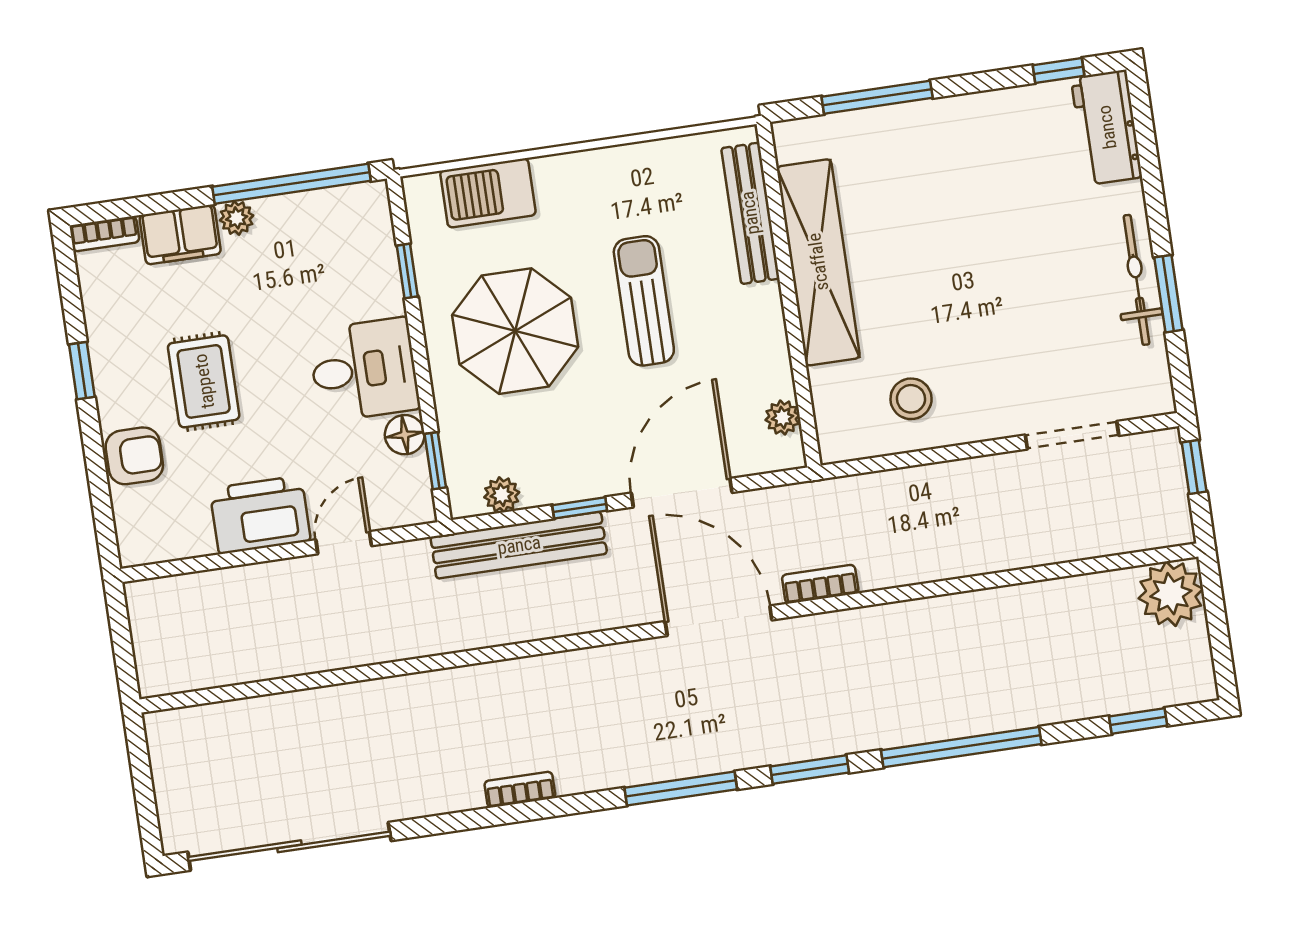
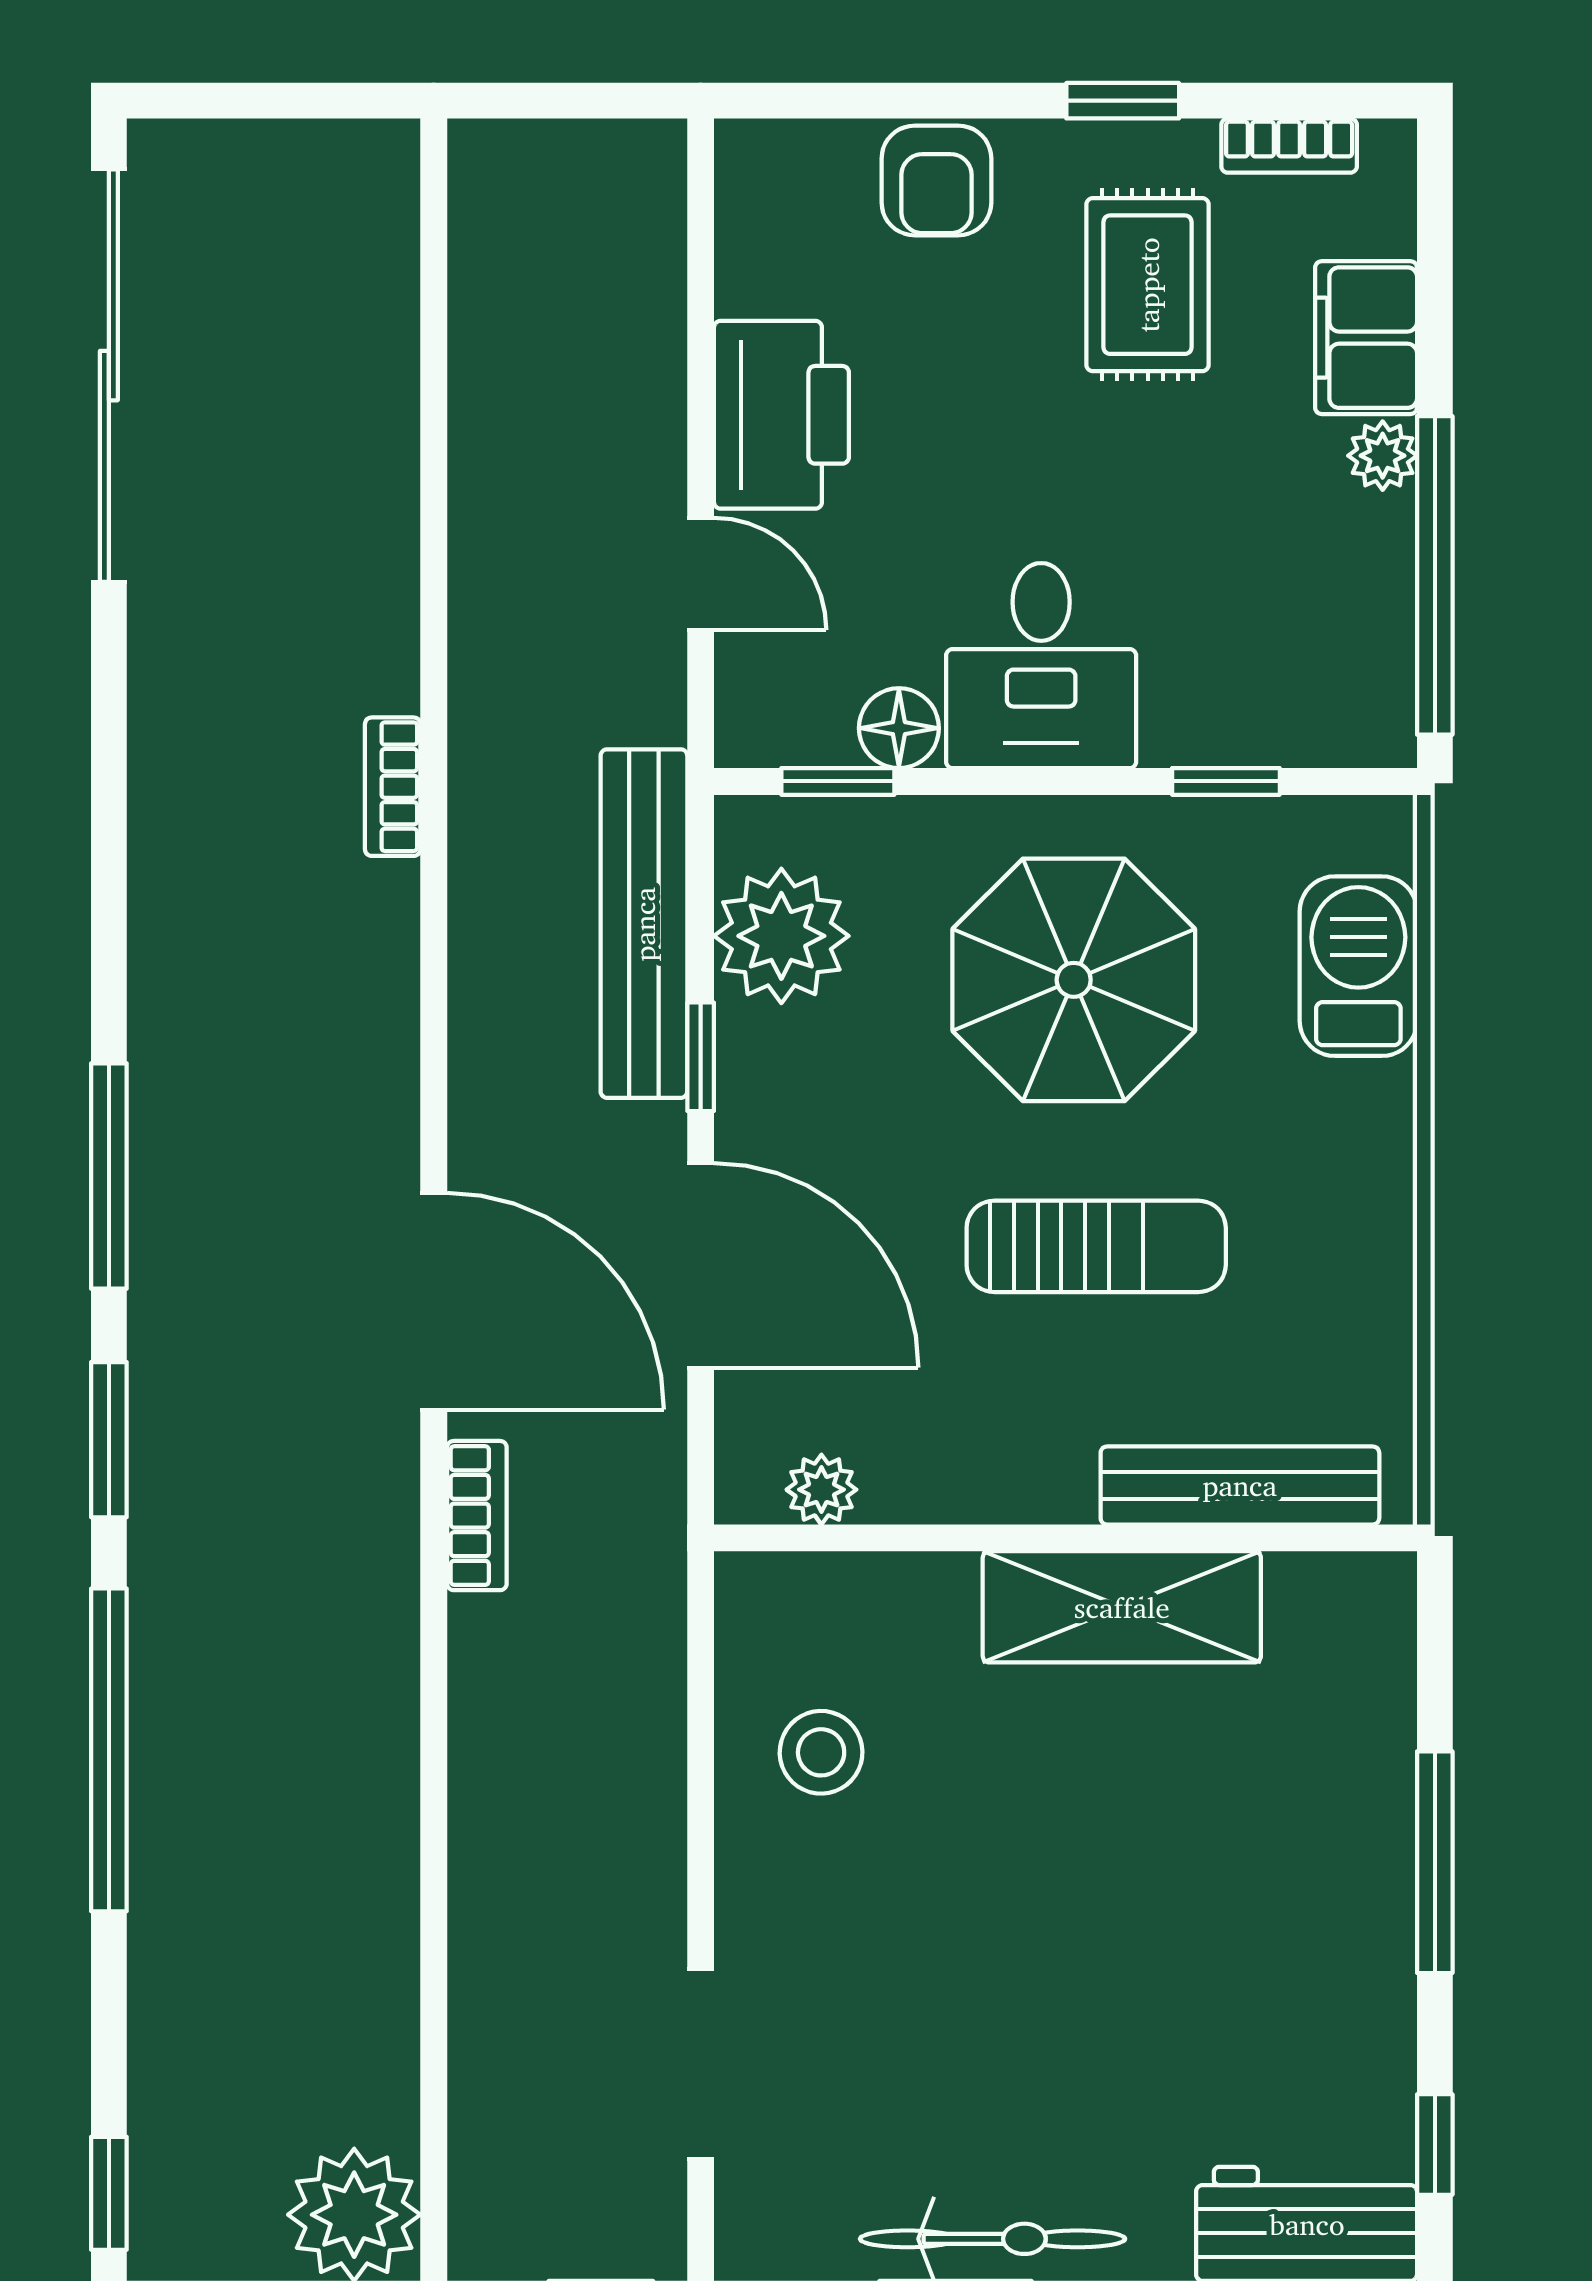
window: (877, 97) -> (1435, 1862), moved
bookcase: (104, 234) -> (1289, 146), moved, turned -90
shelving: (818, 262) -> (1122, 1607), width x0.68
rug: (204, 381) -> (1148, 285), moved, turned 90
plant: (502, 495) -> (781, 936), width x1.87, depth x1.87
door: (719, 621) -> (434, 1301), hinge flipped
window: (1138, 721) -> (109, 2193), moved
bookcase: (520, 790) -> (393, 787), moved, turned 180

